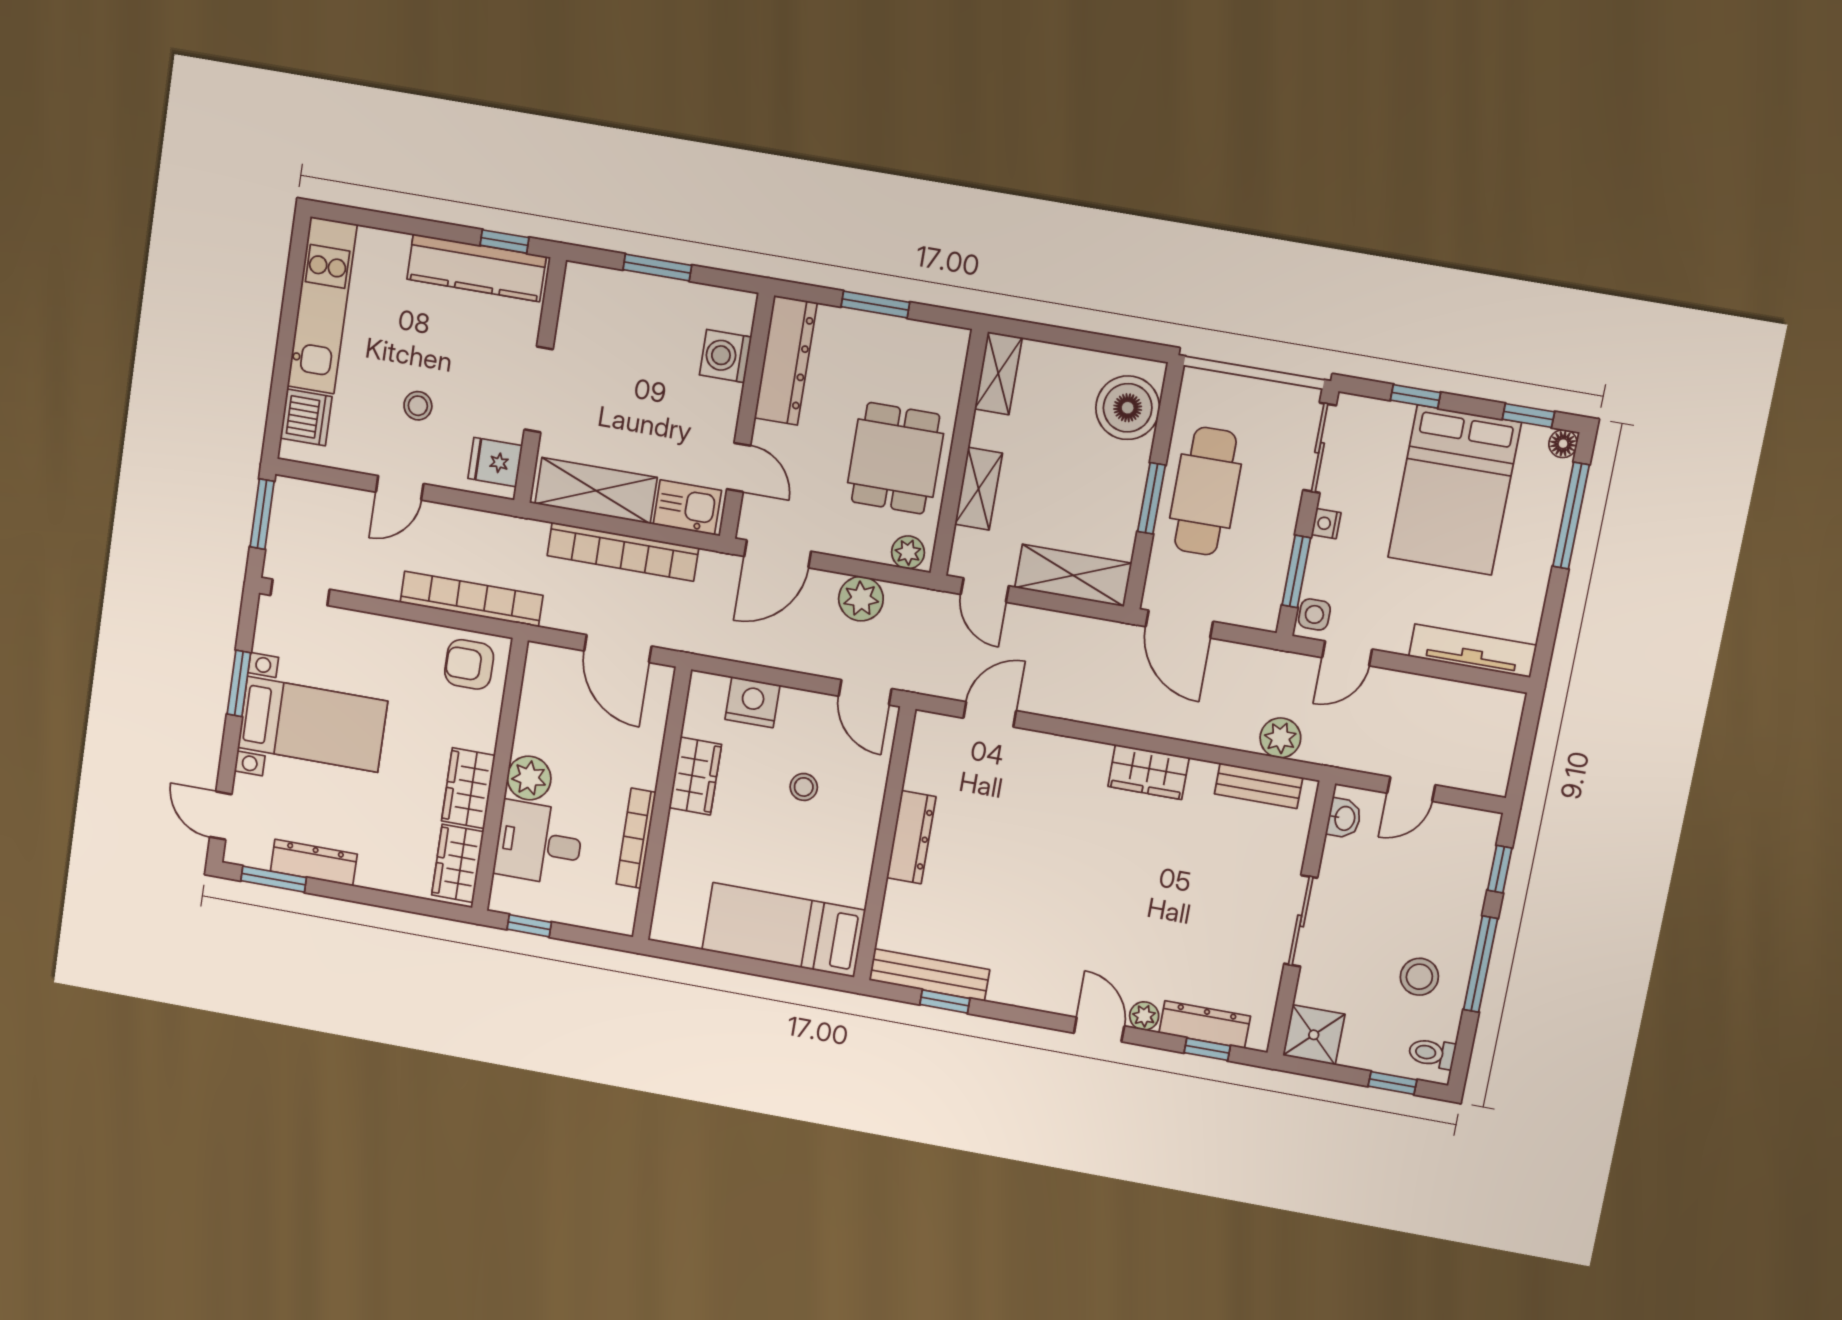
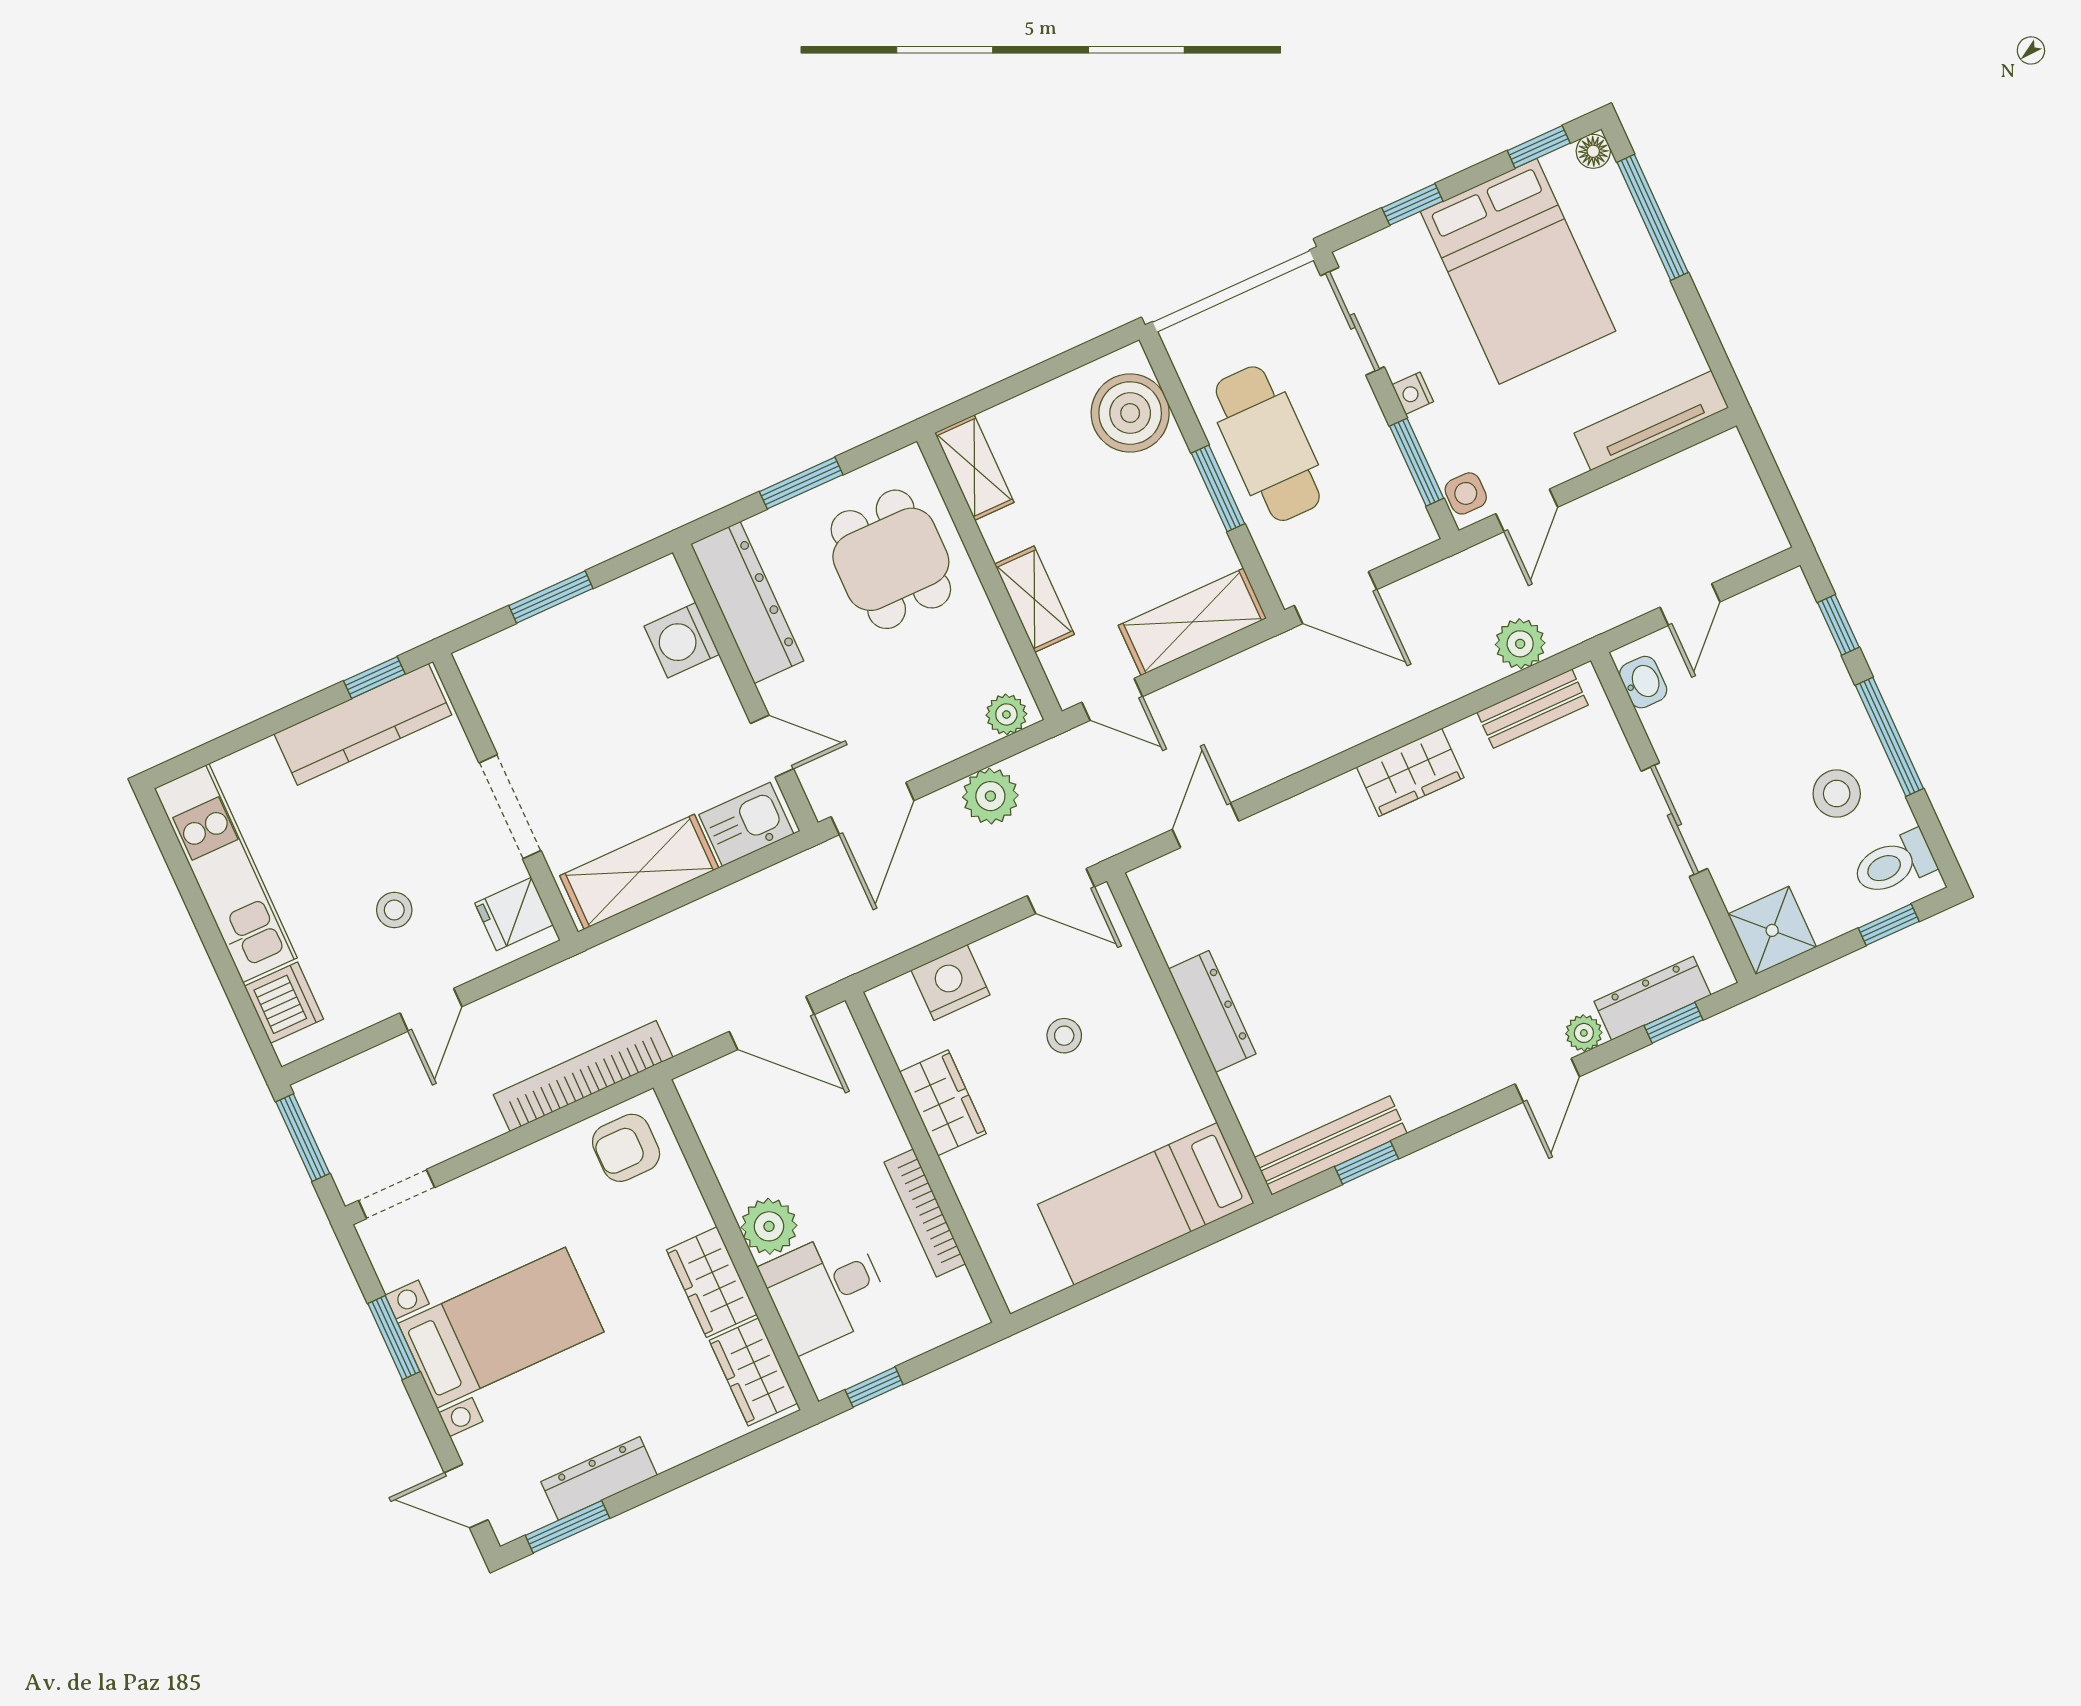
dining table: (896, 458) -> (891, 559), moved
bookcase: (623, 552) -> (710, 917), removed
door: (1099, 1030) -> (1547, 1080), swing flipped
toilet: (1432, 1053) -> (1894, 864), width x1.37, depth x1.39

